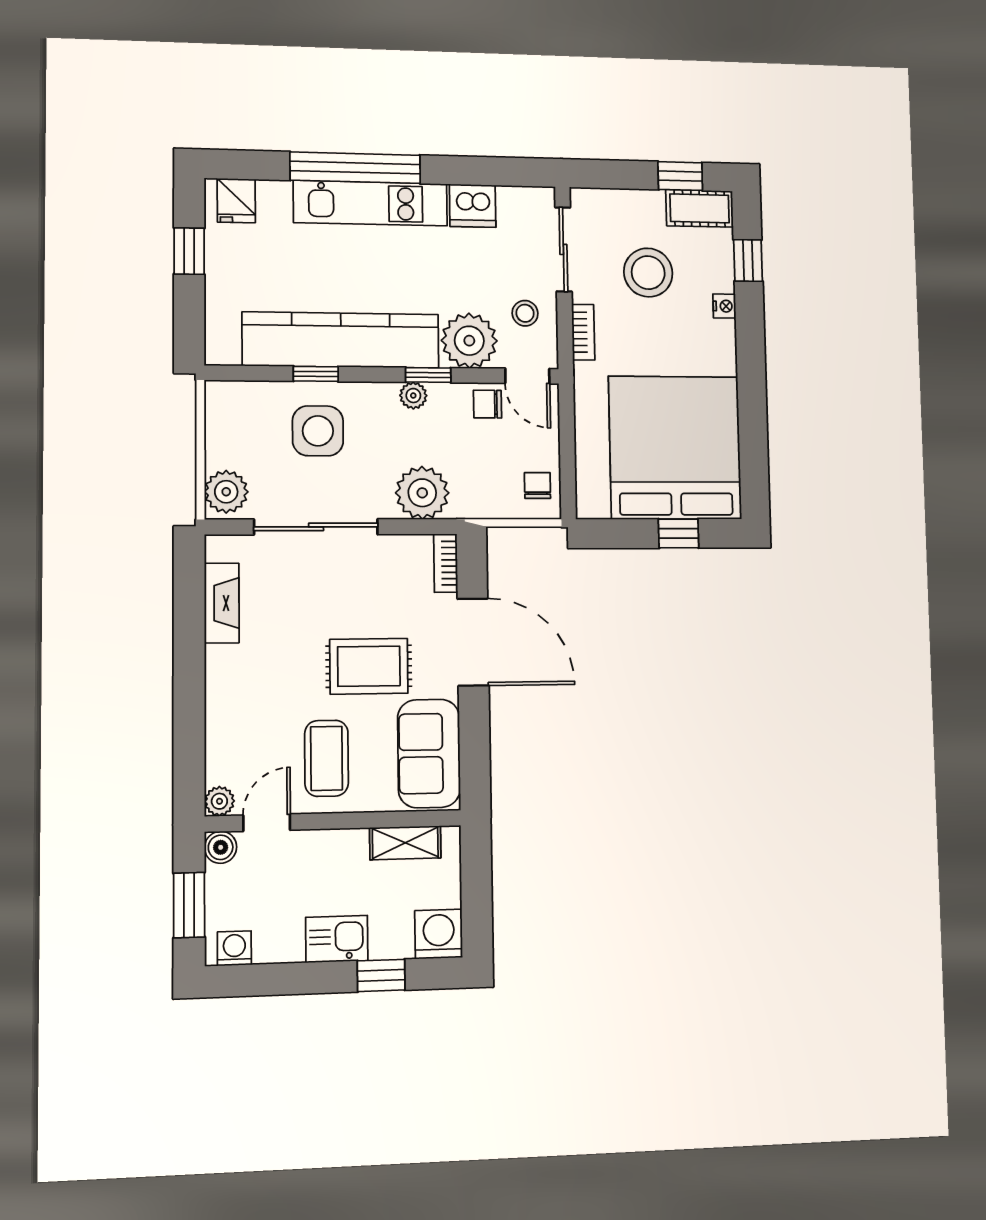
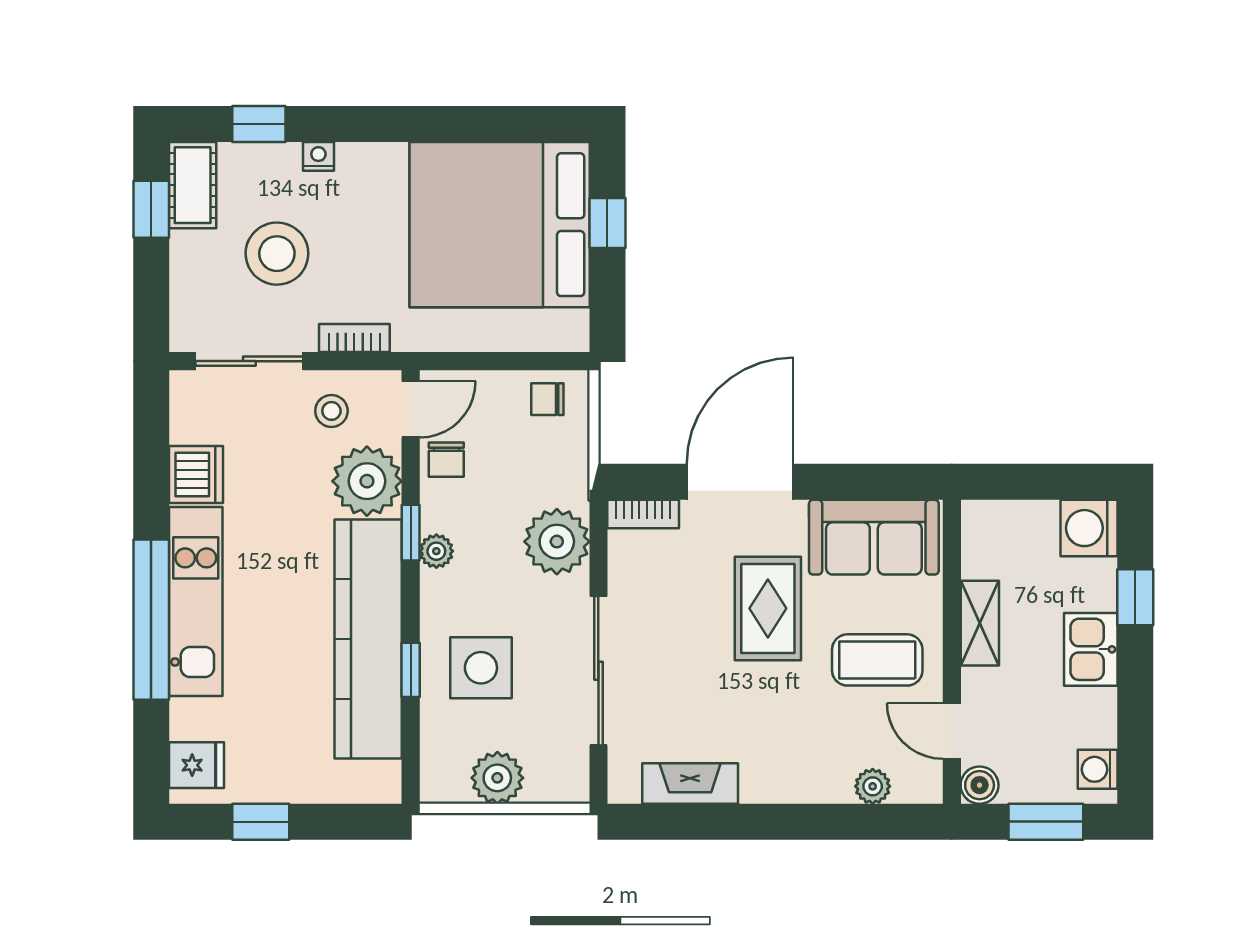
plant: (226, 492) -> (497, 778), moved
plant: (219, 801) -> (873, 786), moved
shelving: (405, 843) -> (980, 623), moved

